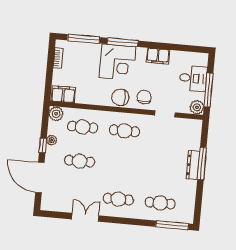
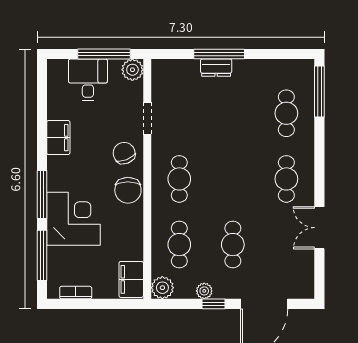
corner desk: (117, 62) -> (74, 219), moved
chair: (144, 97) -> (124, 153), turned 68
dresser: (193, 165) -> (216, 68), width x0.70

